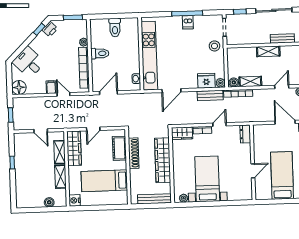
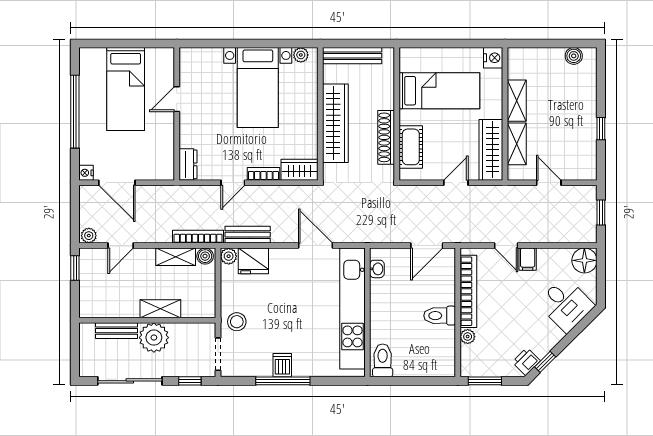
toilet: (115, 28) -> (383, 360), moved
plant: (261, 35) -> (154, 338), added
shelving: (268, 51) -> (160, 309), moved
door: (171, 91) -> (316, 246), hinge flipped
boiler: (49, 202) -> (574, 56), moved

